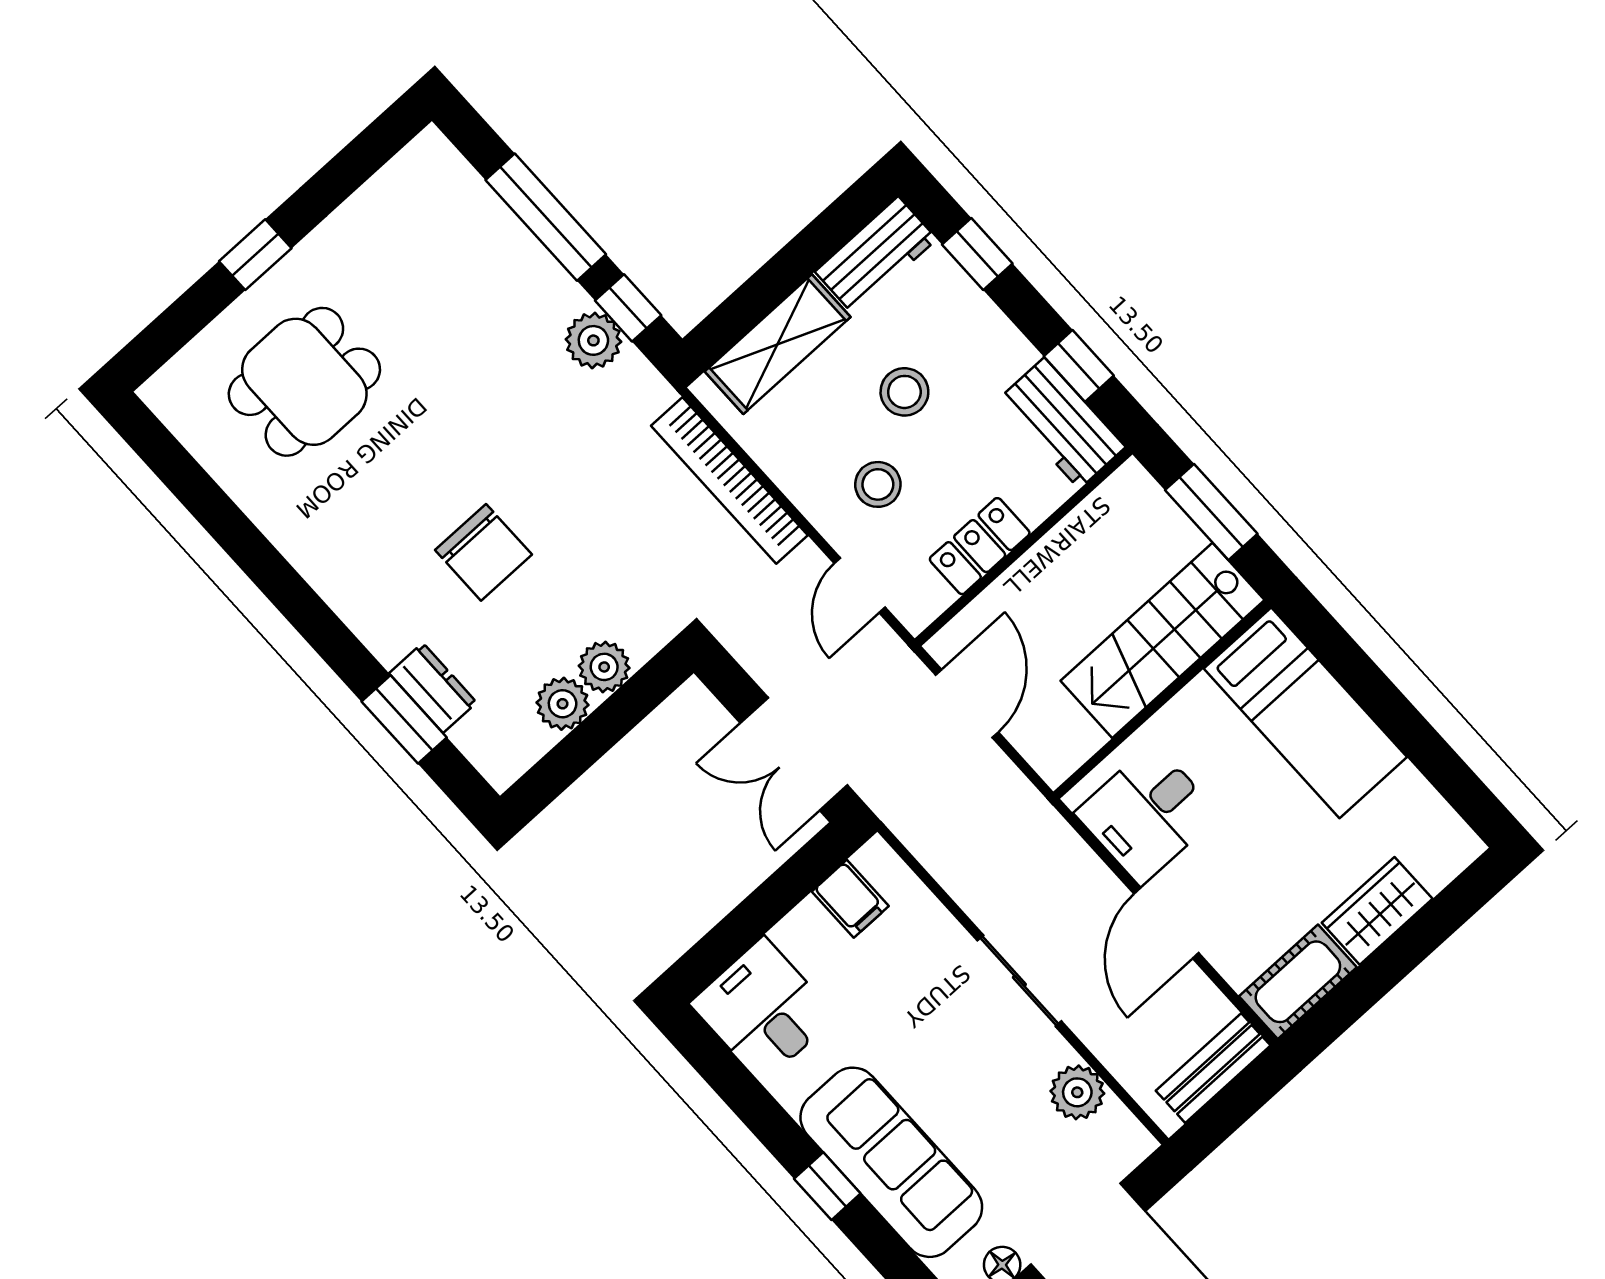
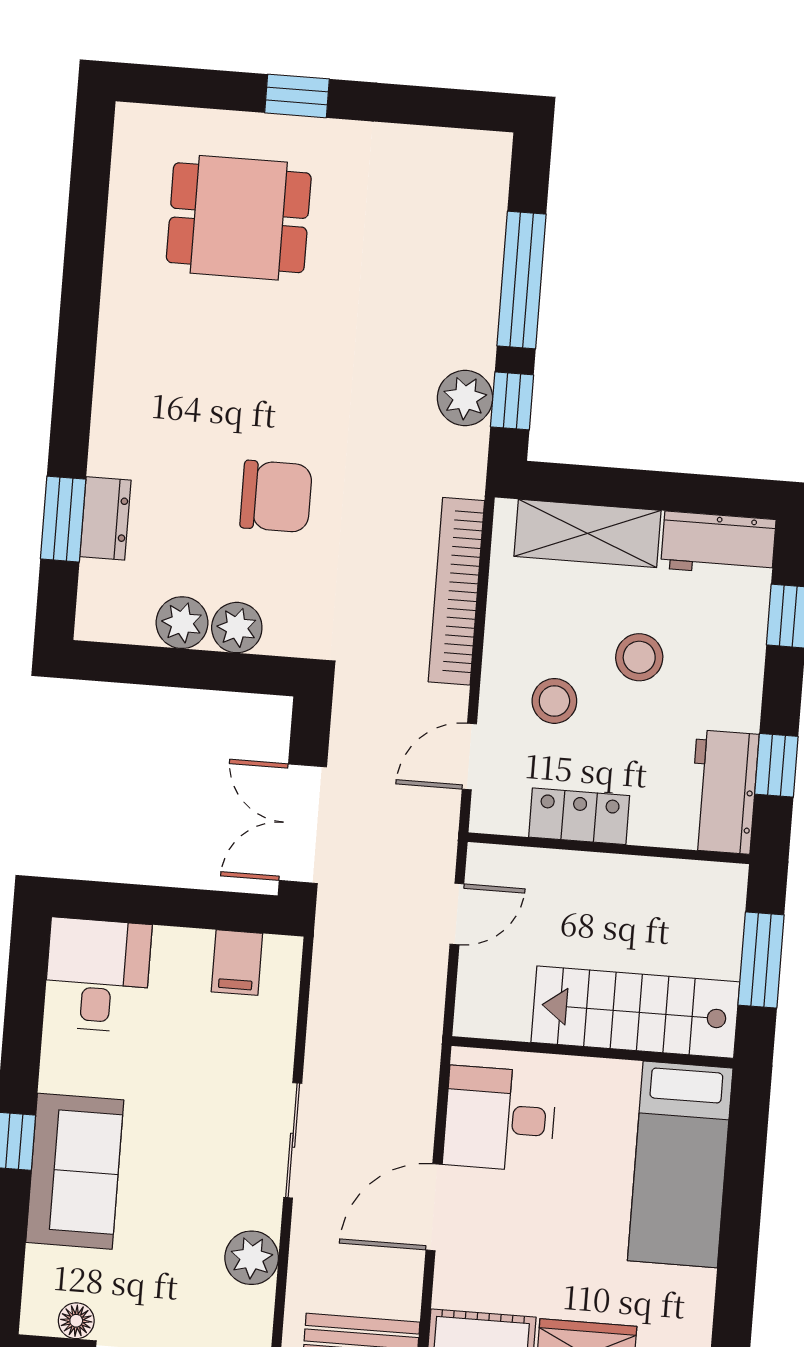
chair: (484, 552) -> (276, 496), moved, turned -90
door: (967, 704) -> (457, 914), width x0.73
sofa: (891, 1162) -> (75, 1171), width x0.73

